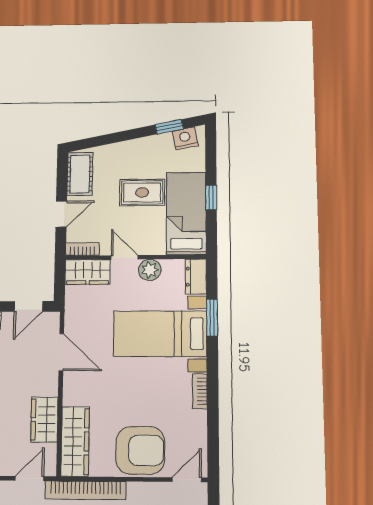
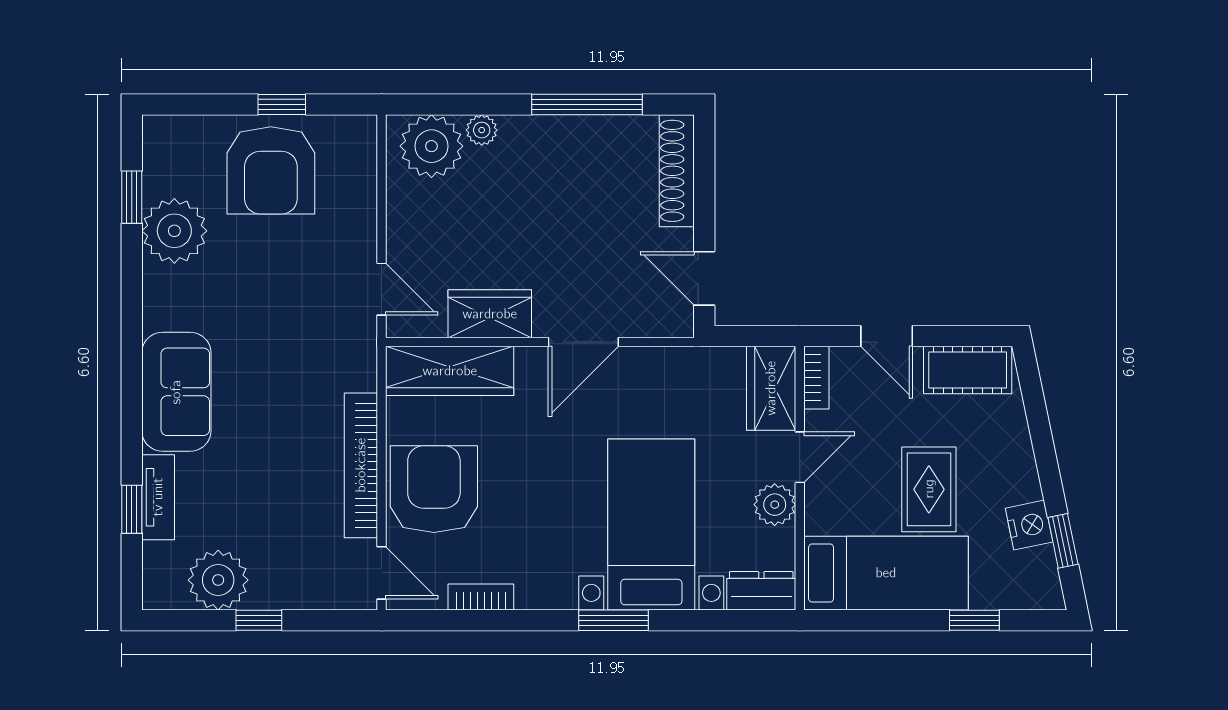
nightstand: (185, 138) -> (1029, 525), moved
window: (211, 197) -> (974, 620), moved
window: (212, 318) -> (614, 620), moved
door: (61, 352) -> (583, 342), moved
bookcase: (200, 391) -> (481, 597), moved
armchair: (140, 450) -> (434, 489), turned 180
bookcase: (85, 490) -> (361, 465), moved

